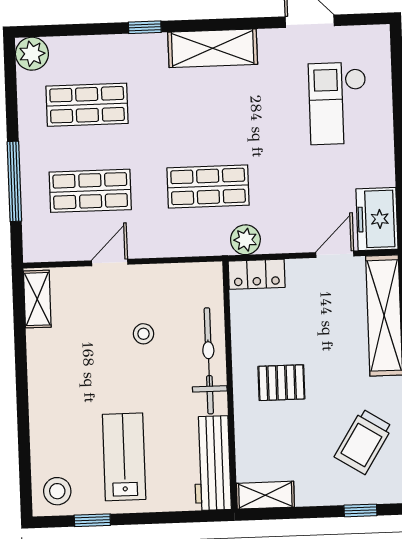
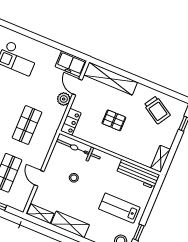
plant: (245, 240) -> (64, 99), moved
bicycle: (209, 361) -> (78, 149), moved
shelving: (43, 371) -> (70, 224), added
pallet: (281, 383) -> (114, 120), moved, turned 90

